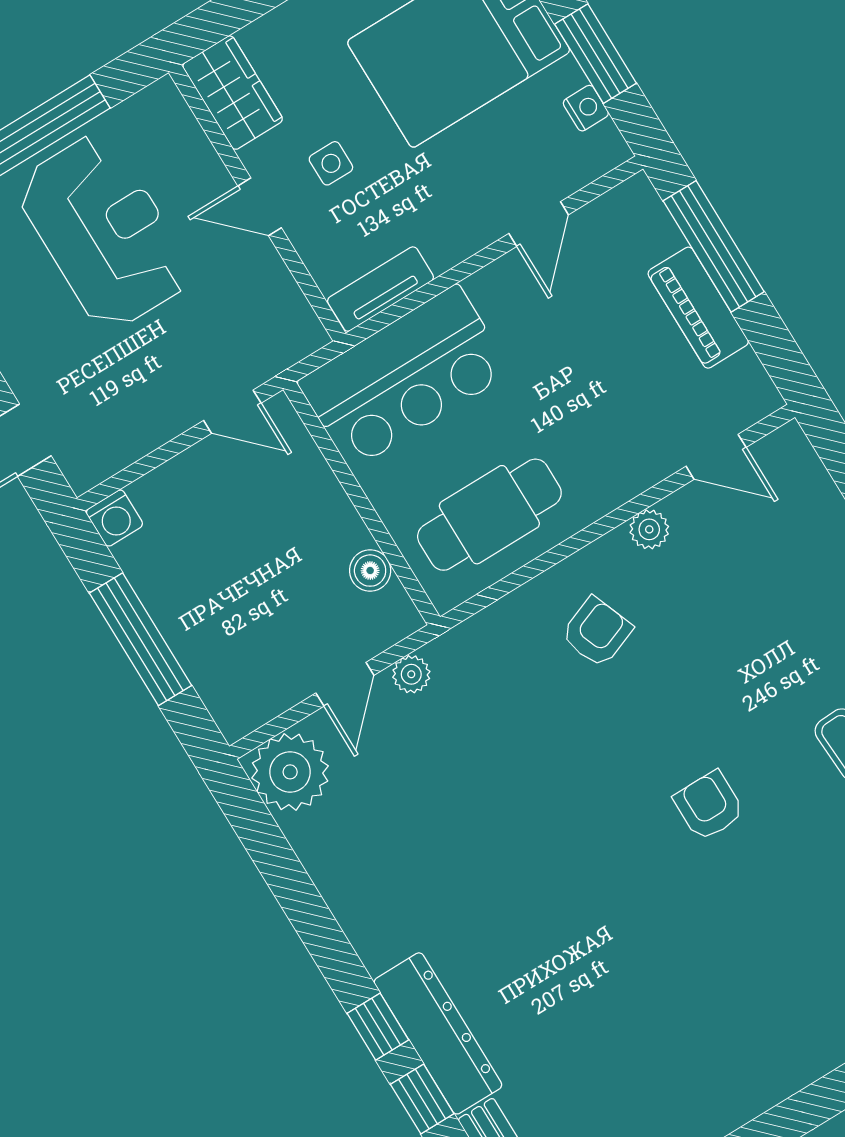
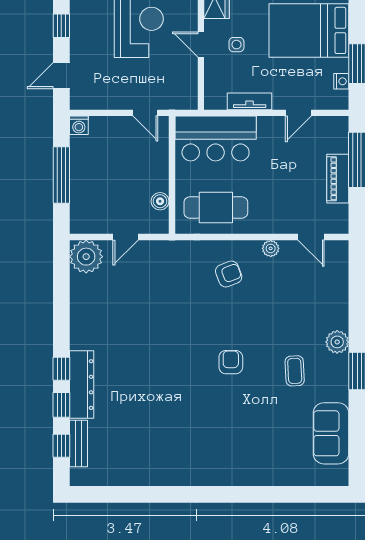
tv unit: (381, 289) -> (250, 101), moved
plant: (411, 674) -> (152, 248), removed

